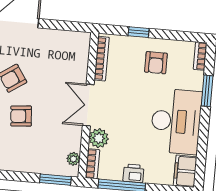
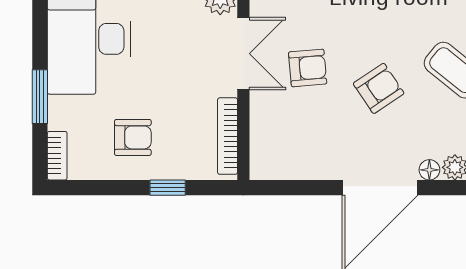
armchair: (156, 63) -> (133, 137), turned 90
armchair: (21, 116) -> (308, 68), moved

